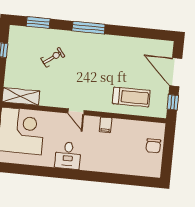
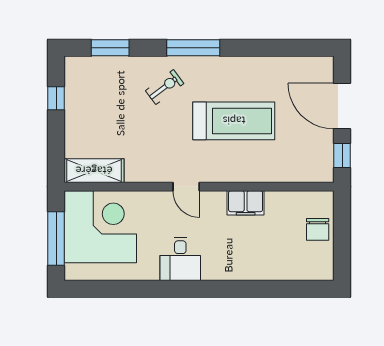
exercise bike: (53, 57) -> (165, 87), moved
treadmill: (131, 97) -> (234, 121), moved, width x1.37, depth x1.38
filing cabinet: (106, 125) -> (246, 203), width x2.00

